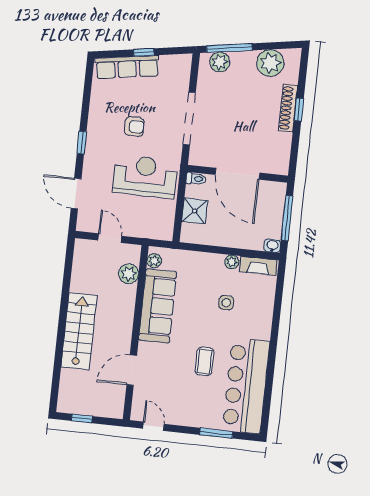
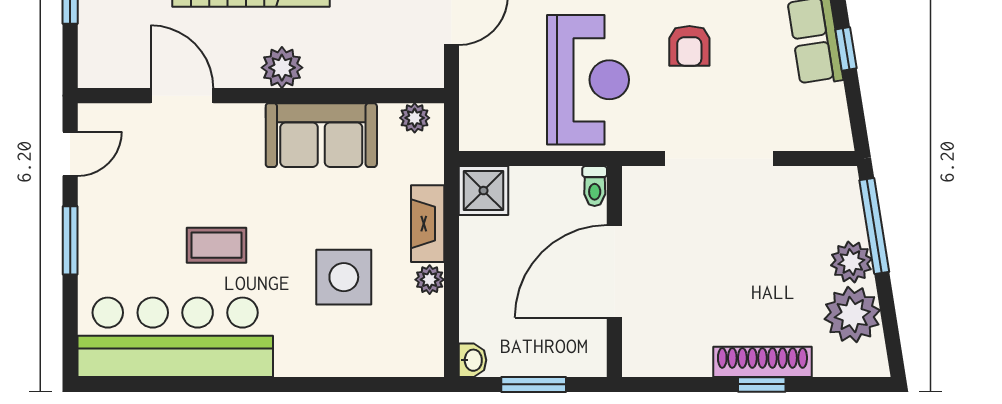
plant: (220, 62) -> (851, 262), moved
shower: (195, 211) -> (483, 191), moved
window: (287, 218) -> (534, 384), width x0.69
fireplace: (258, 266) -> (428, 224), moved
plant: (129, 274) -> (282, 68), moved
side table: (226, 303) -> (344, 277), width x1.87, depth x1.87
sofa: (158, 306) -> (321, 135), width x0.73
window: (216, 433) -> (70, 240), moved

